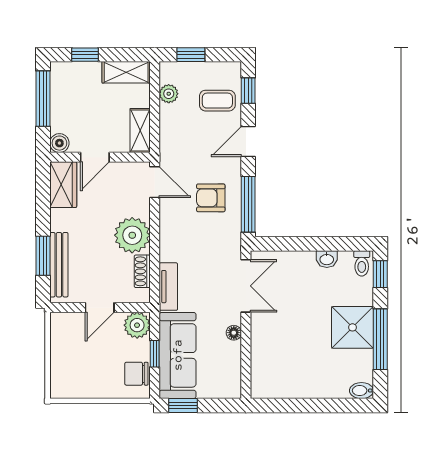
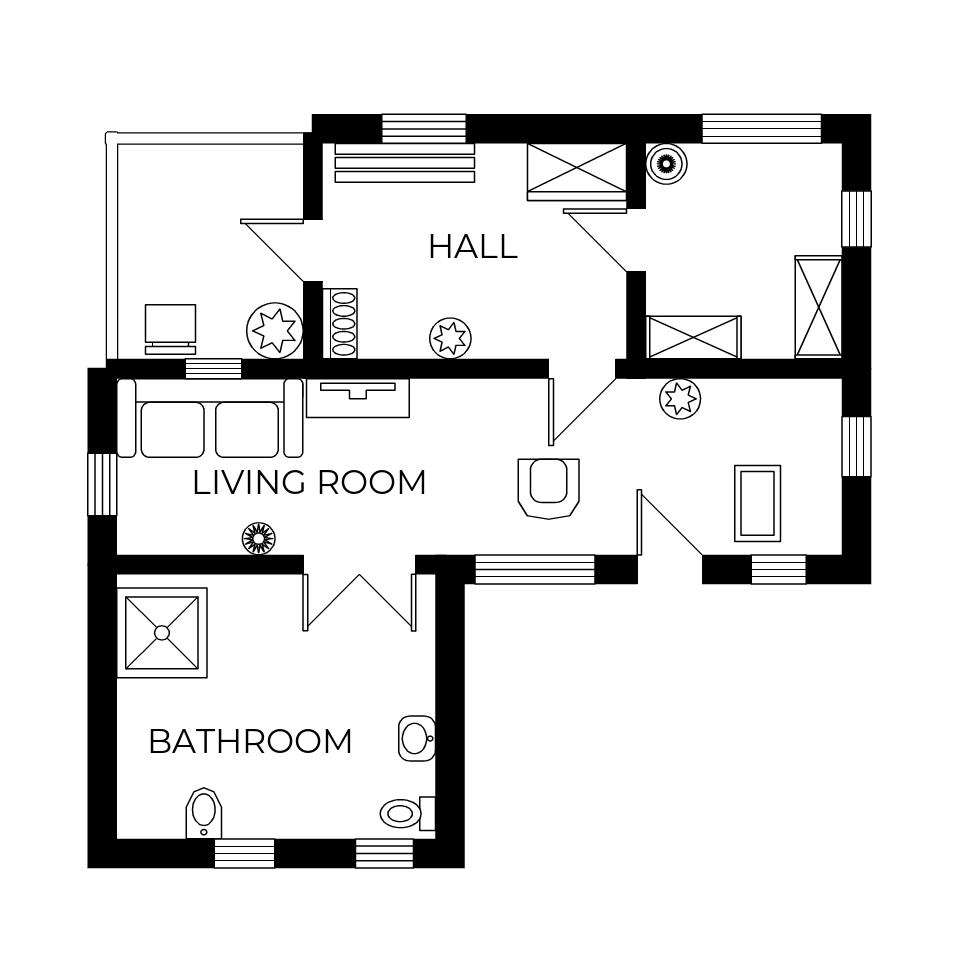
plant: (169, 94) -> (680, 399), moved
plant: (132, 235) -> (450, 338), width x0.53, depth x0.53
shoe rack: (142, 271) -> (340, 324), moved, turned 90
shower: (353, 327) -> (162, 633), moved
window: (380, 339) -> (244, 854), width x0.46
bidet: (362, 391) -> (204, 813), moved
window: (183, 406) -> (102, 484), moved

